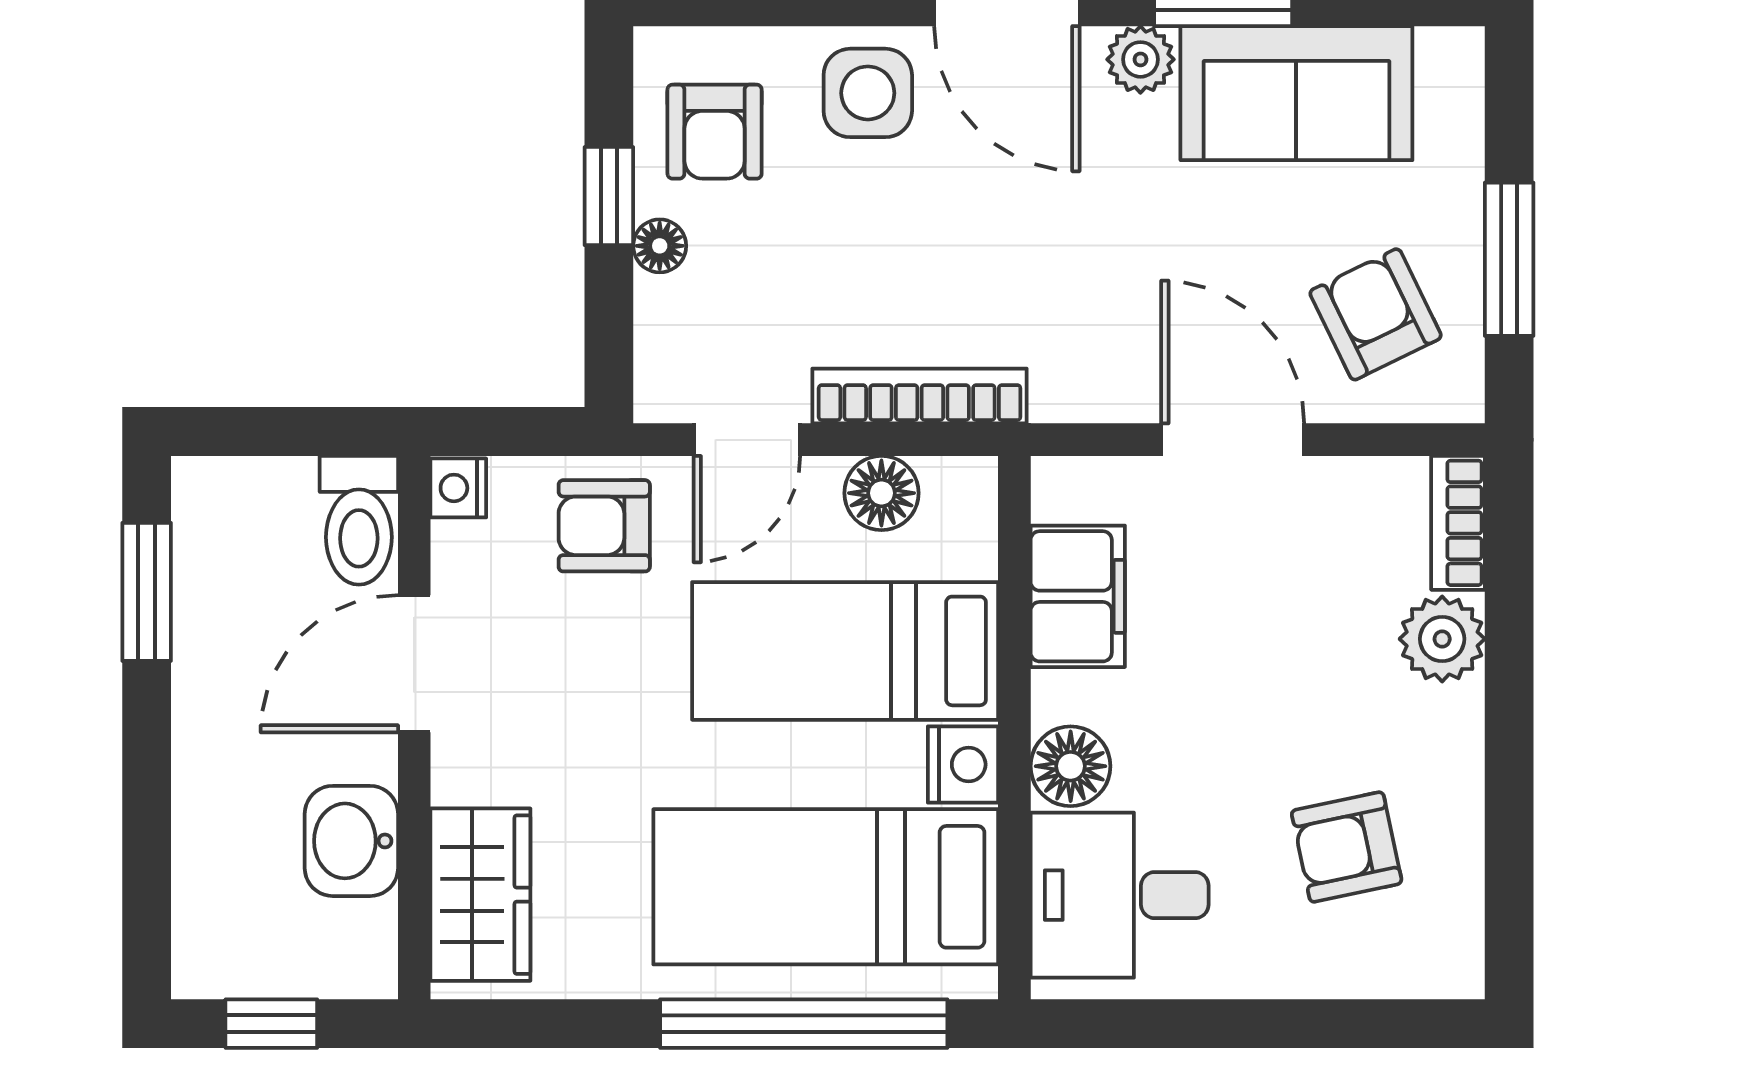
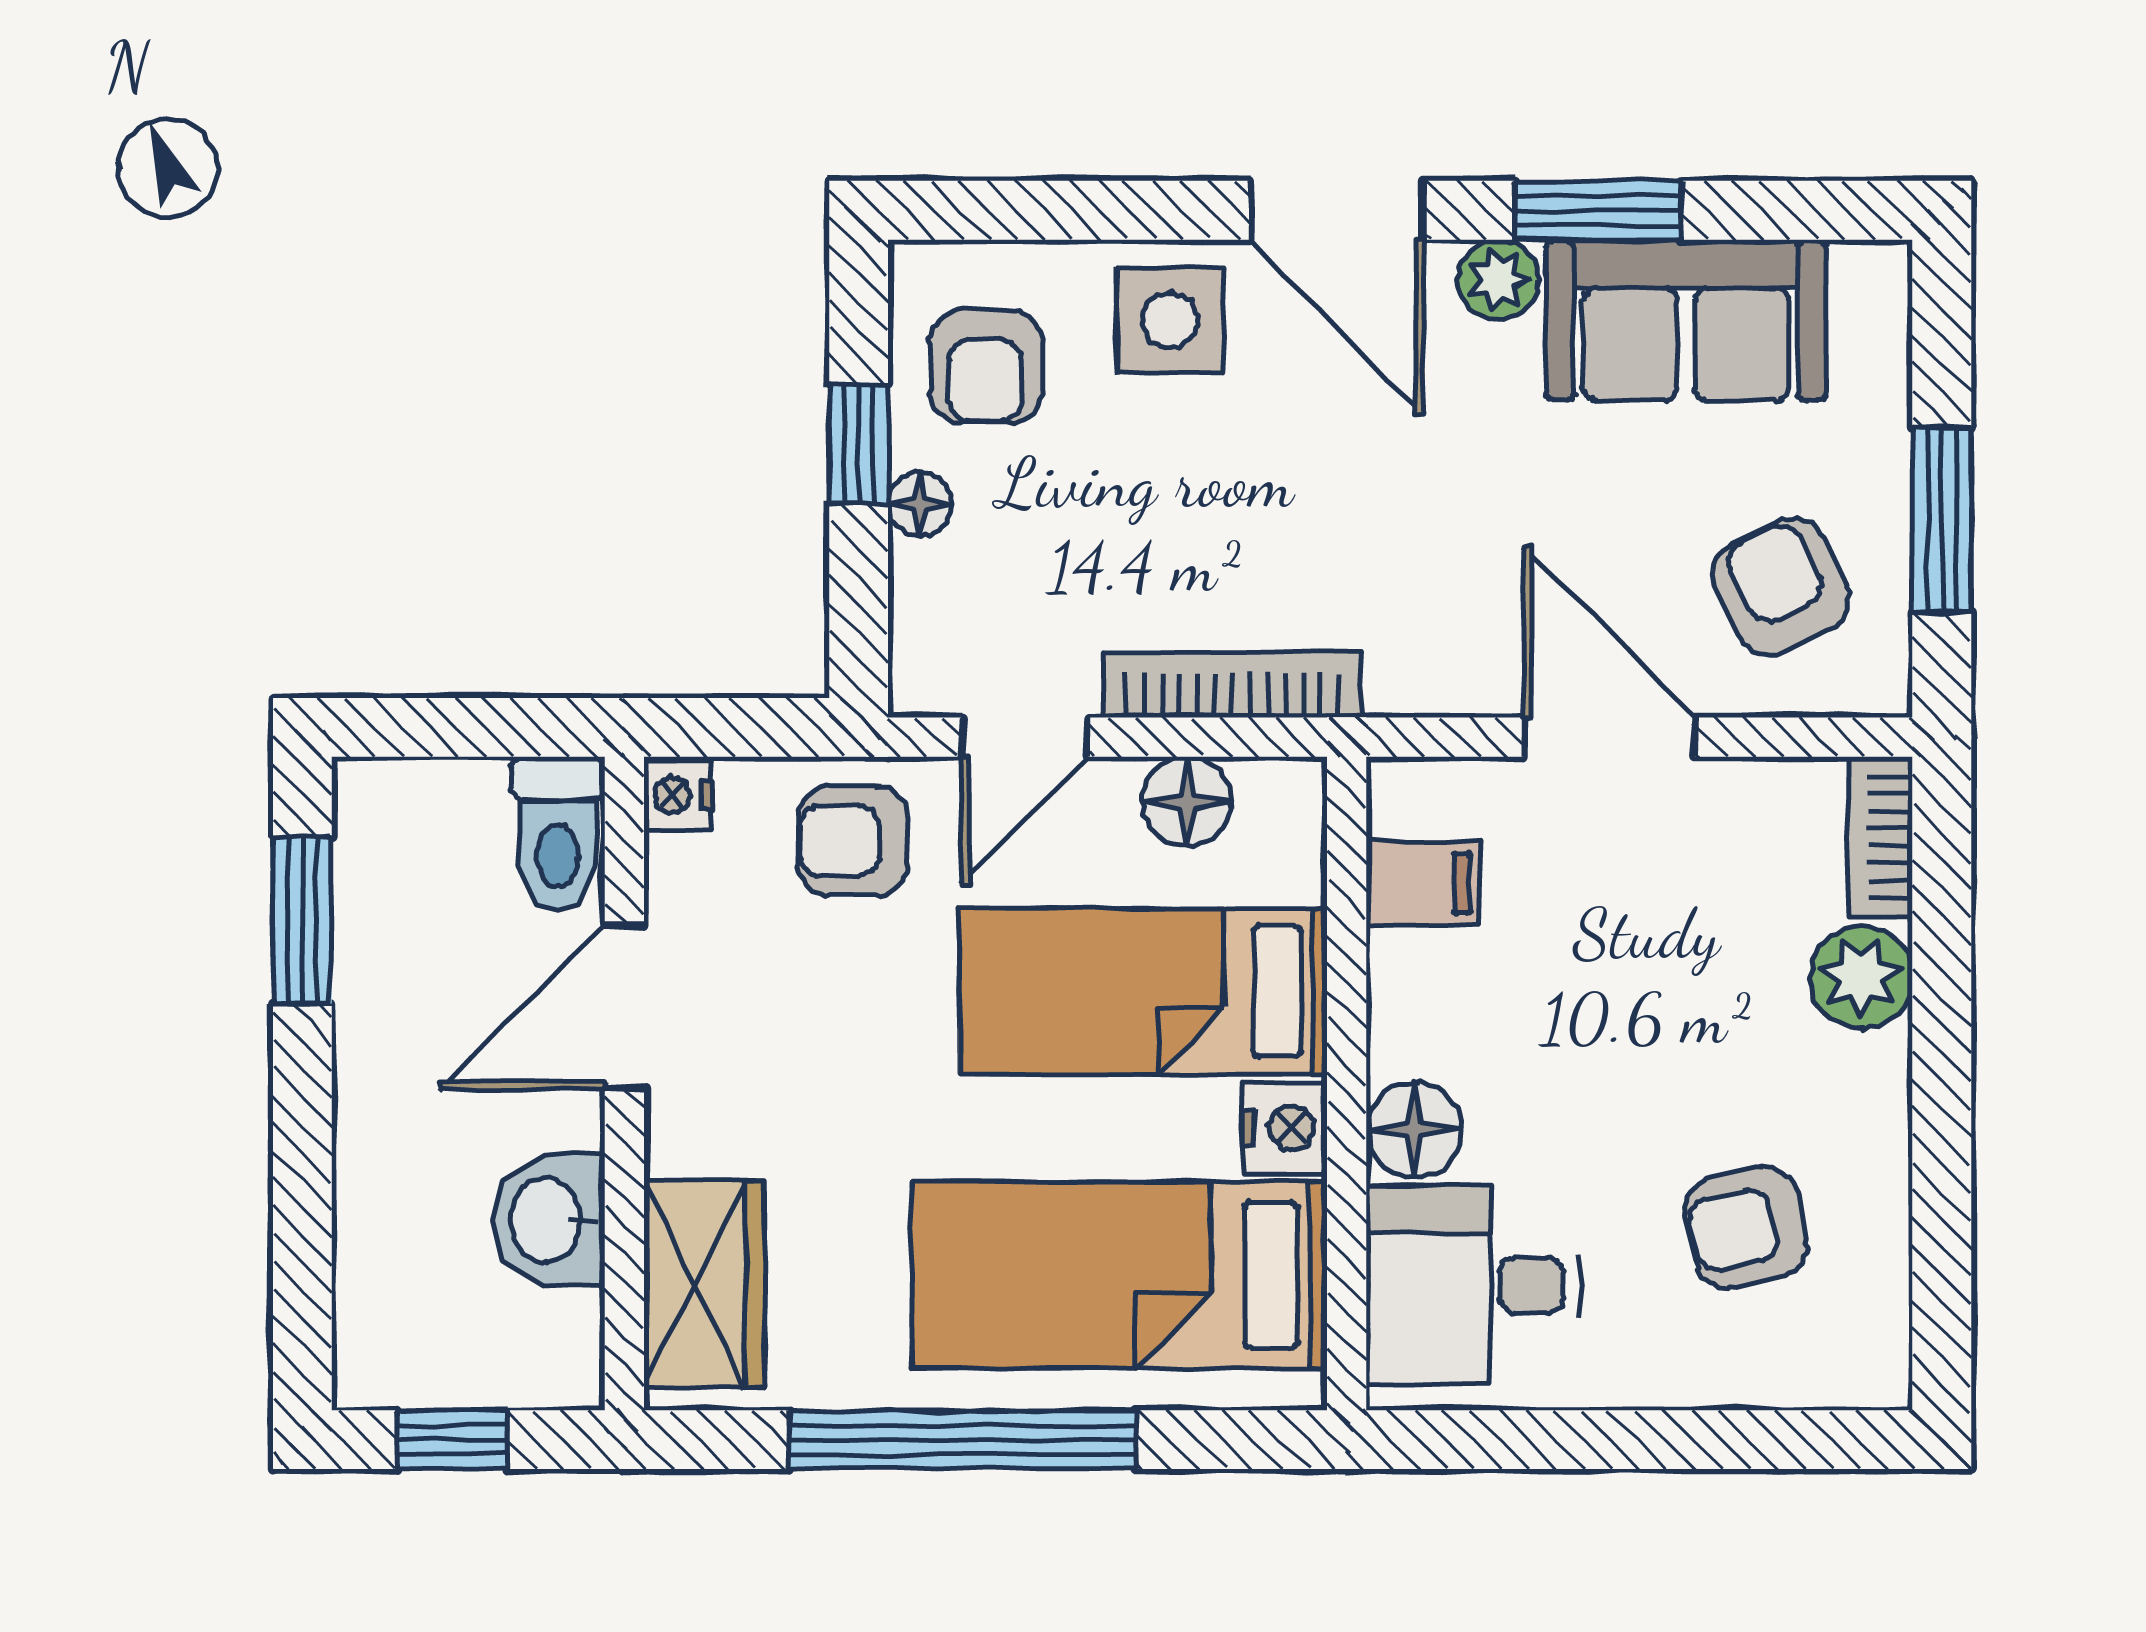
filing cabinet: (1078, 596) -> (1423, 883), width x0.50
window: (804, 1024) -> (963, 1440), moved

